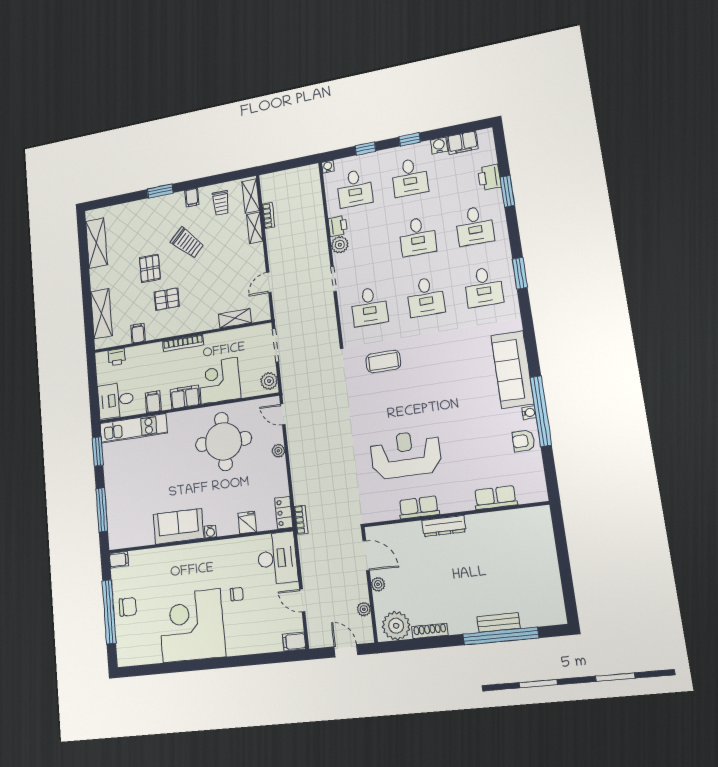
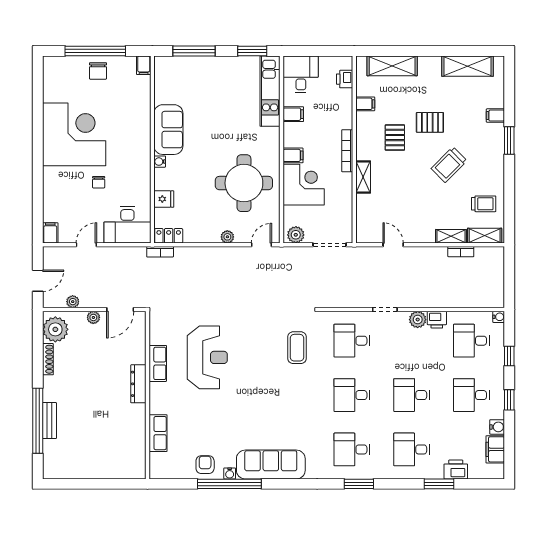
filing cabinet: (192, 198) -> (495, 116), moved
trolley: (221, 203) -> (484, 204), turned 180
shelving: (235, 318) -> (363, 177), moved
filing cabinet: (185, 397) -> (293, 155), width x0.50

